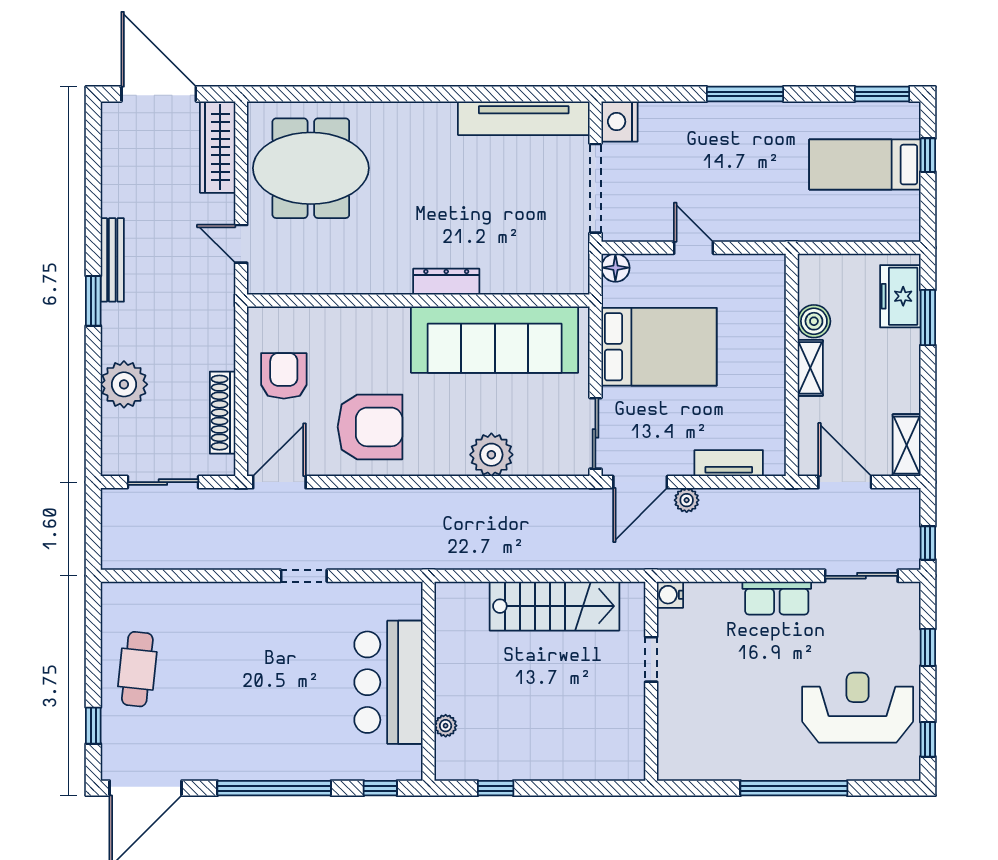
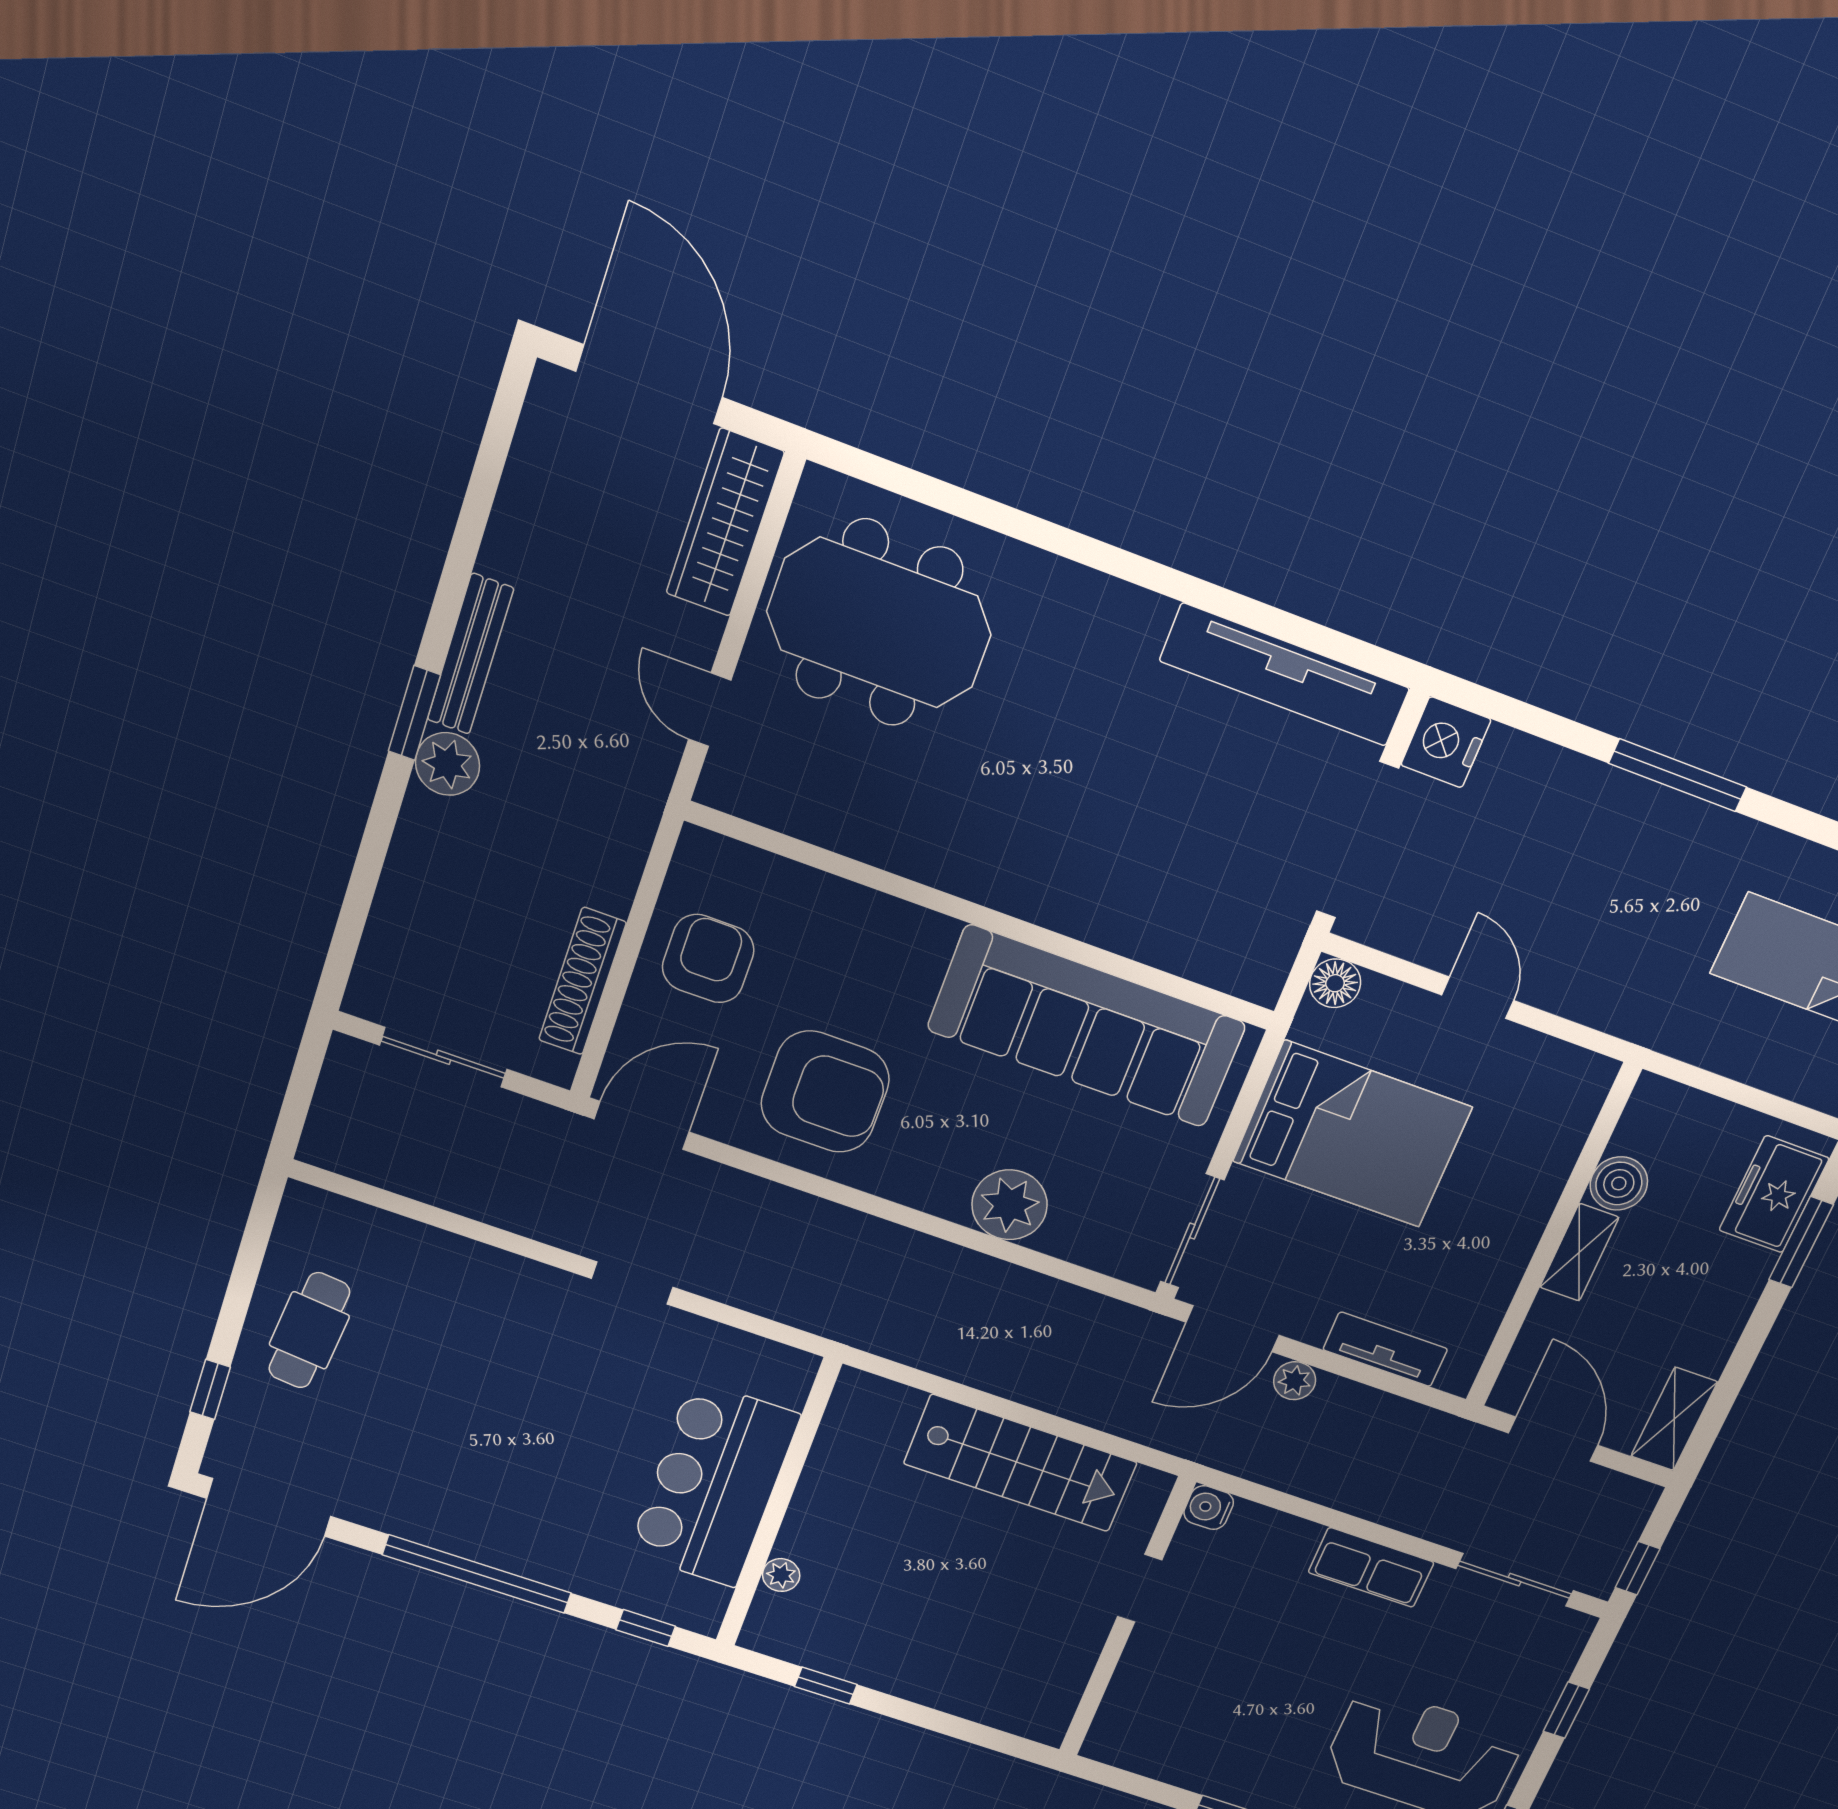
dresser: (446, 282) -> (1042, 903), removed
plant: (124, 384) -> (447, 764), moved, width x0.73, depth x0.73

